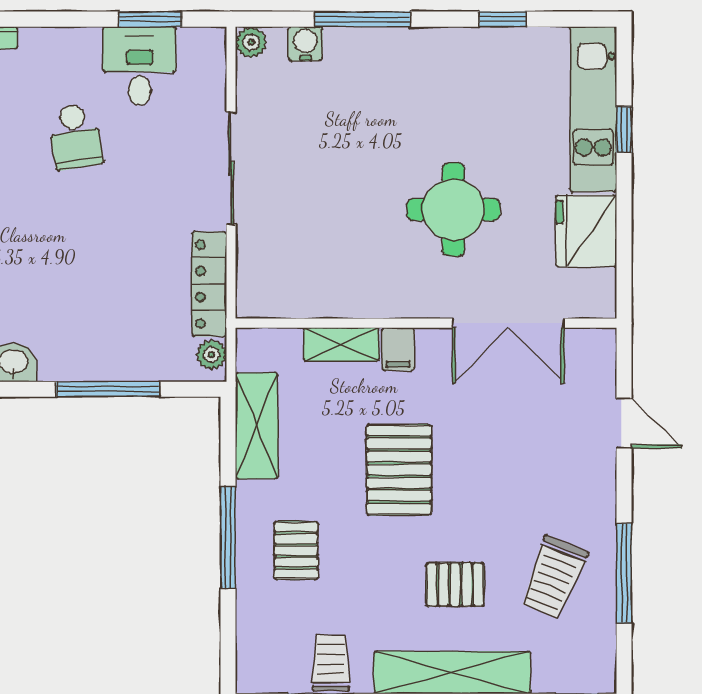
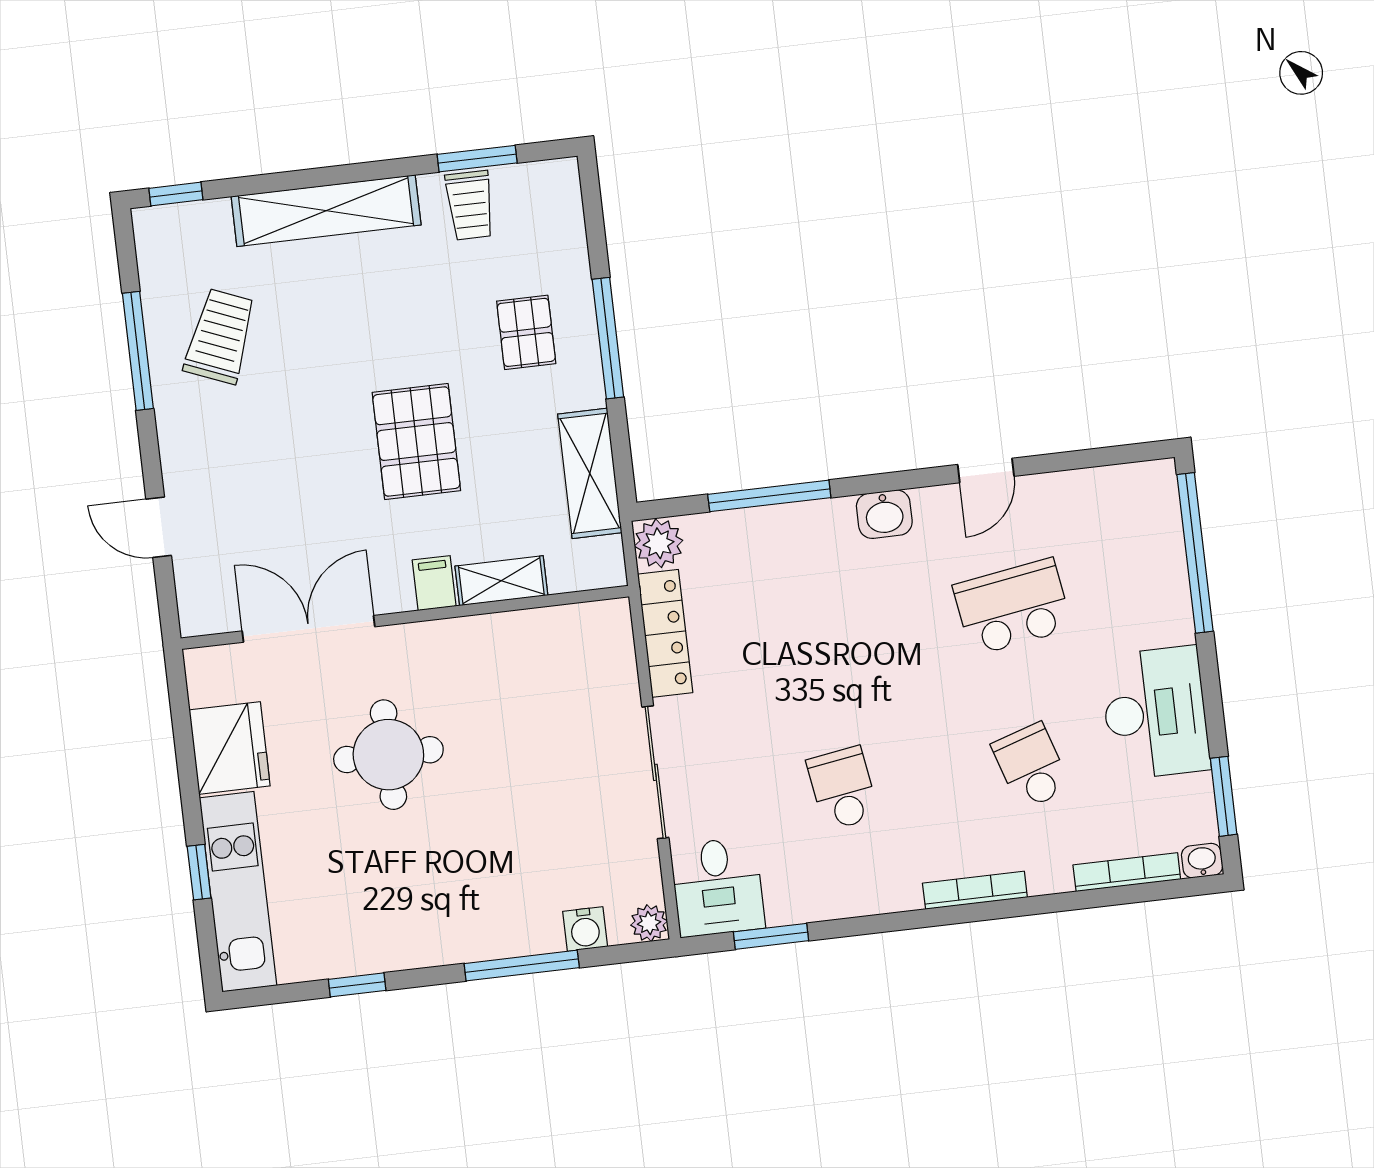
desk: (140, 66) -> (718, 887), moved
plant: (211, 355) -> (659, 543), width x1.38, depth x1.38
pallet: (455, 585) -> (335, 314), removed

